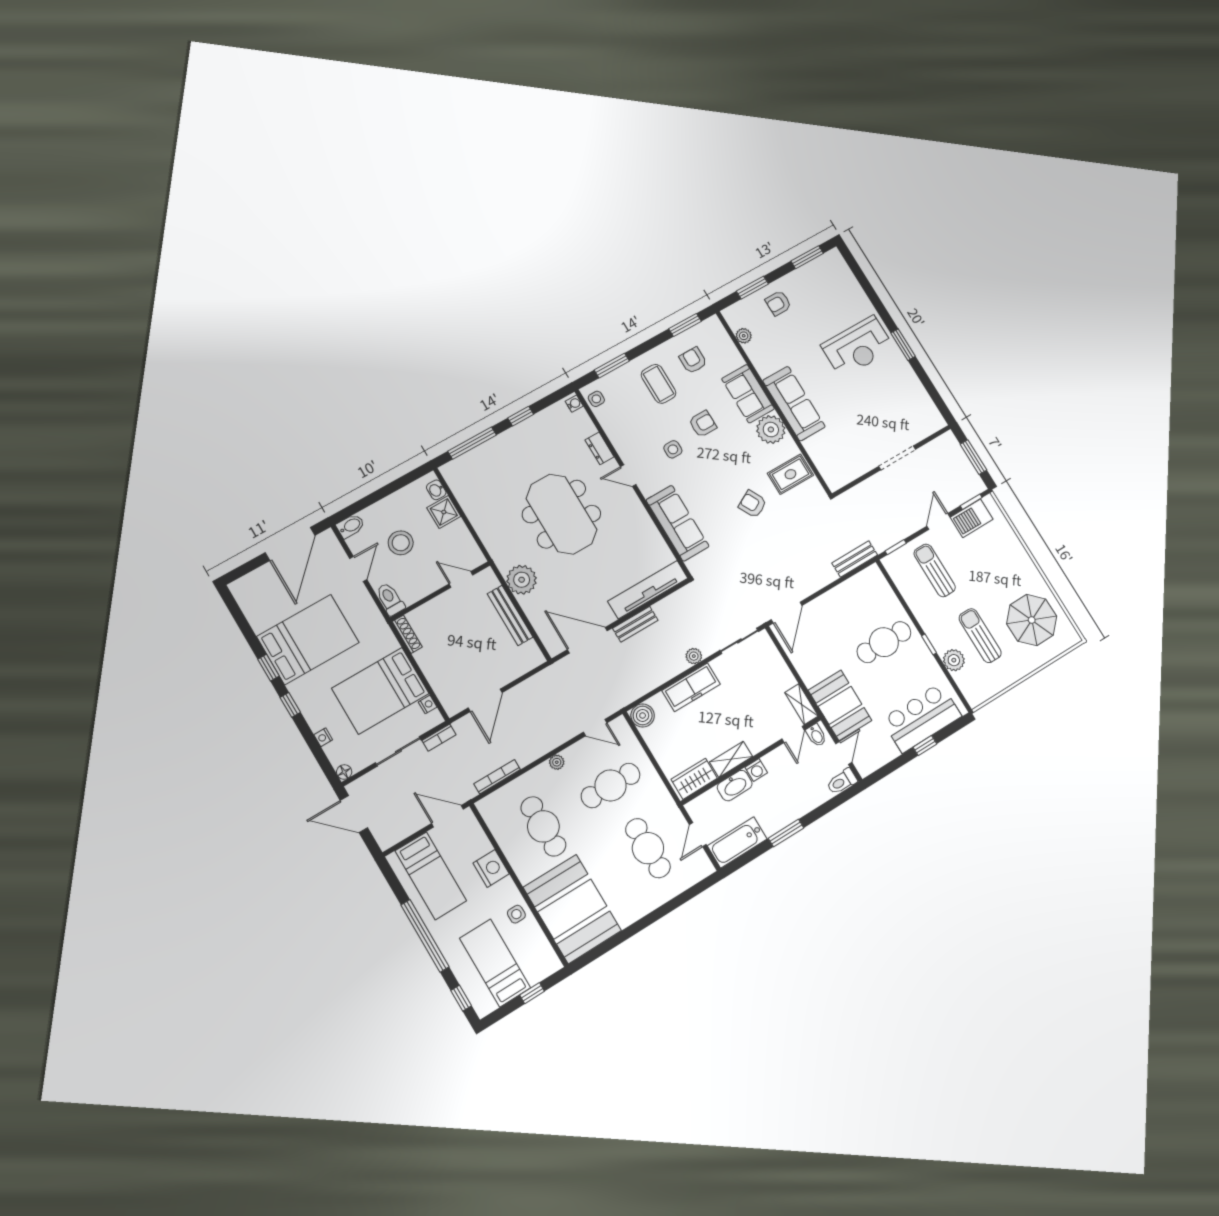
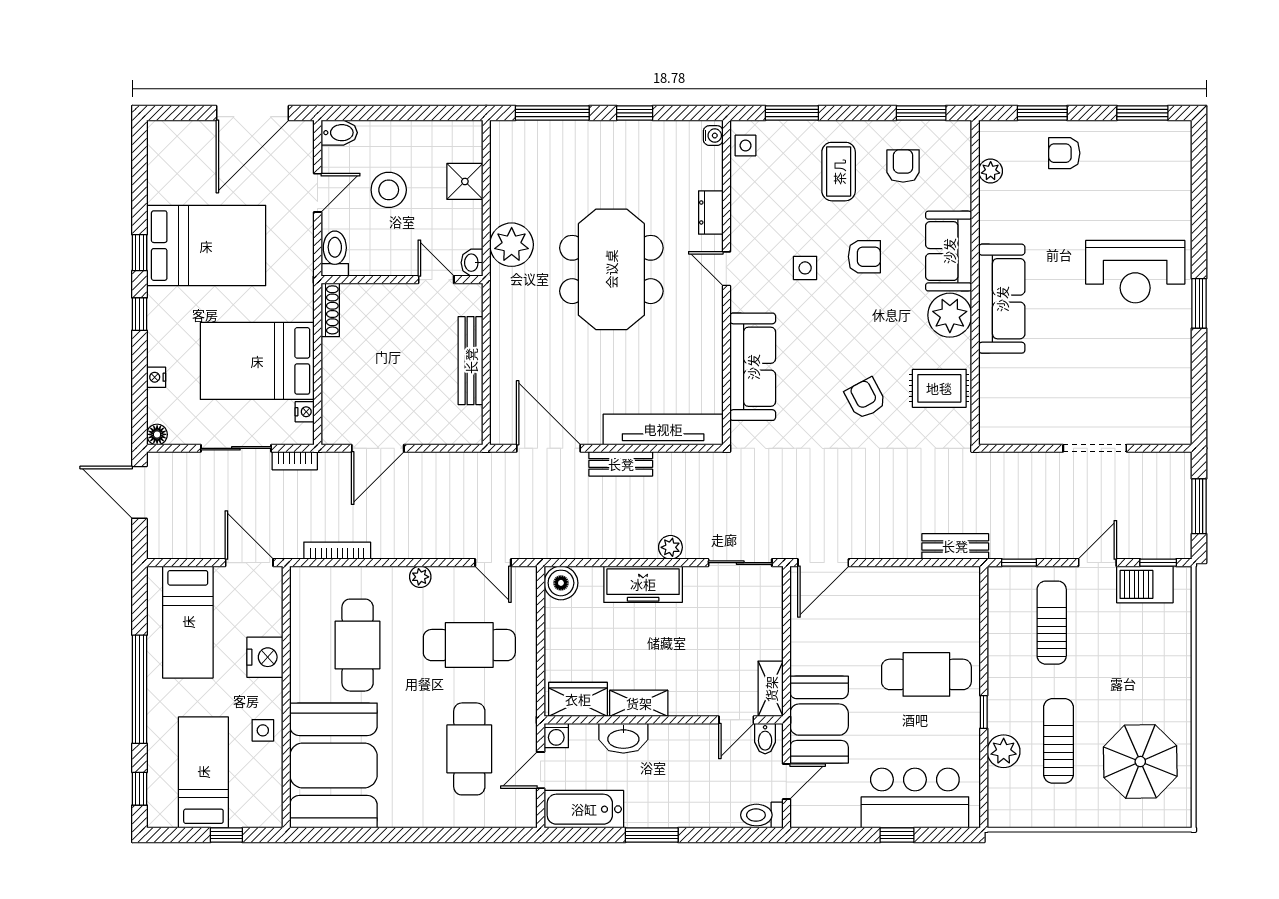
washbasin: (436, 490) -> (472, 263), moved
plant: (522, 580) -> (512, 245), moved
washing machine: (756, 770) -> (556, 735), moved

